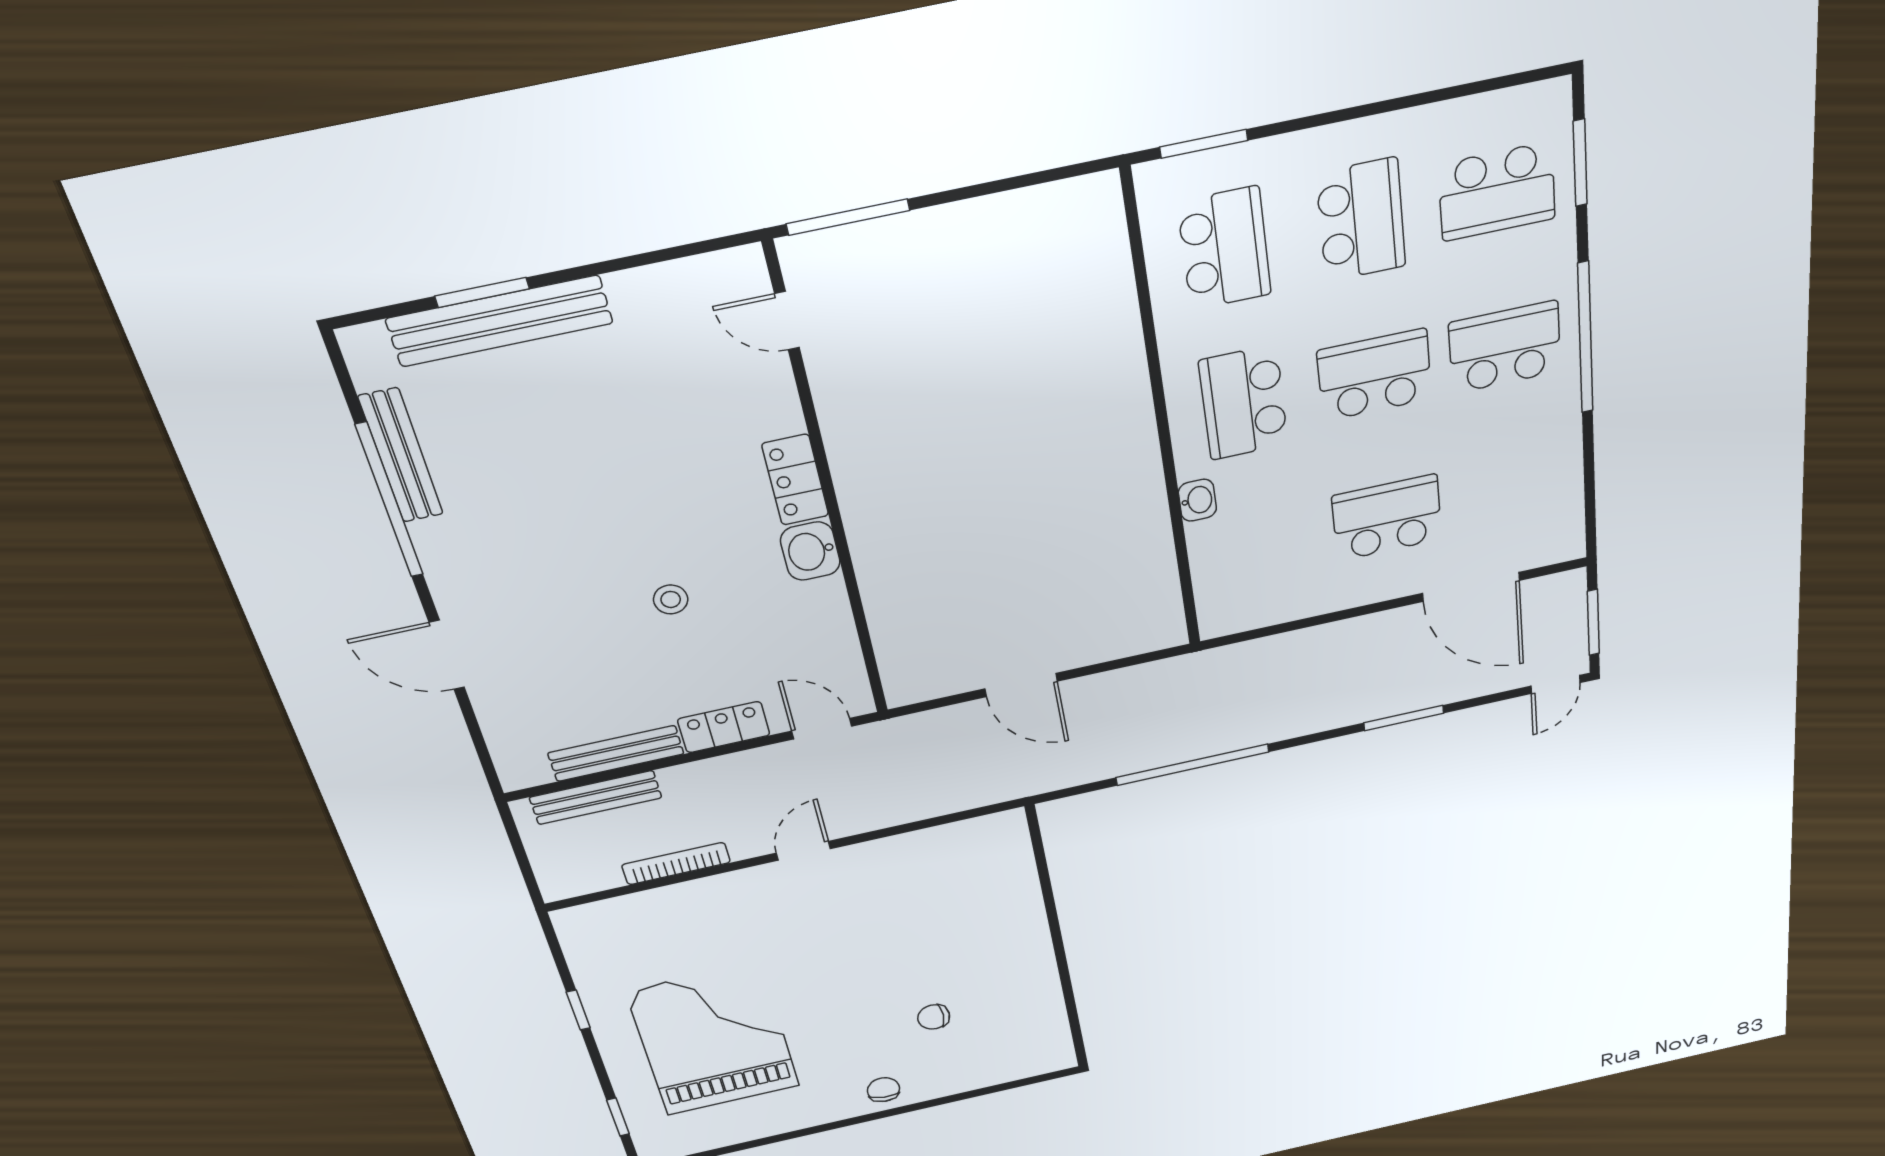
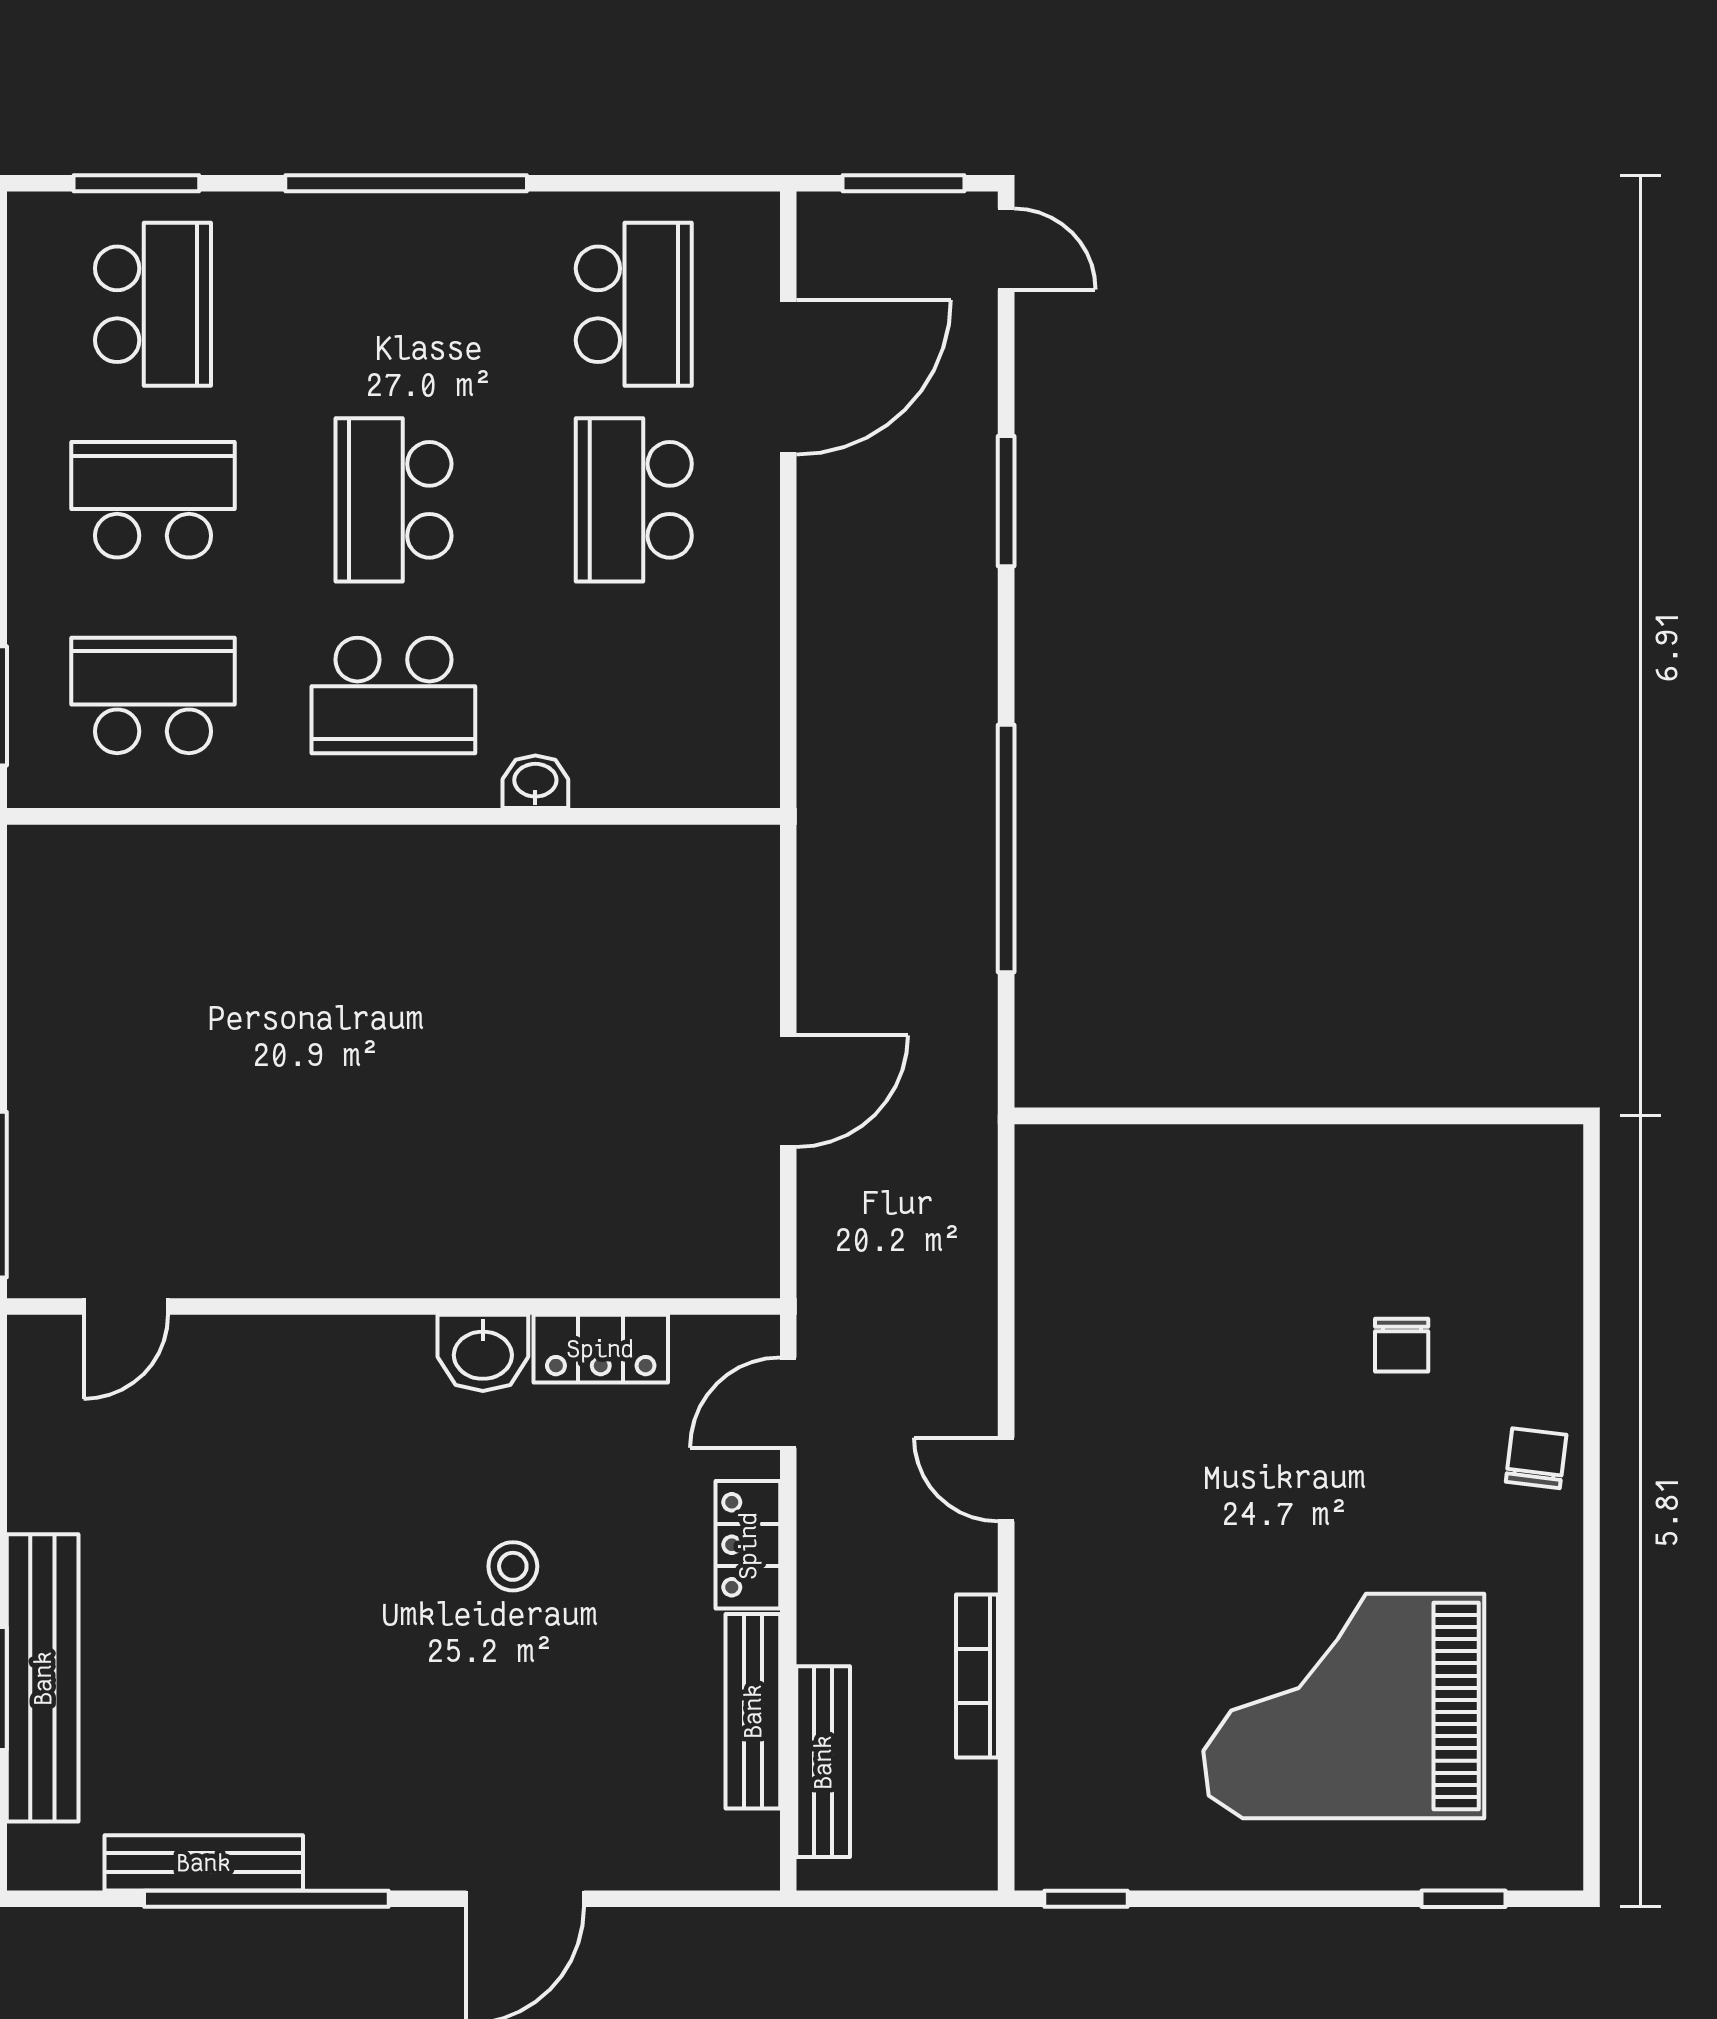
school desk: (1505, 347) -> (634, 304), moved, turned 180
locker: (795, 480) -> (601, 1349), moved
window: (578, 1010) -> (1086, 1899), moved
chair: (883, 1090) -> (1536, 1458), turned 91

